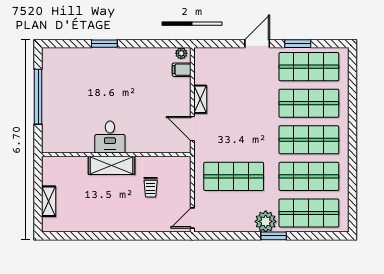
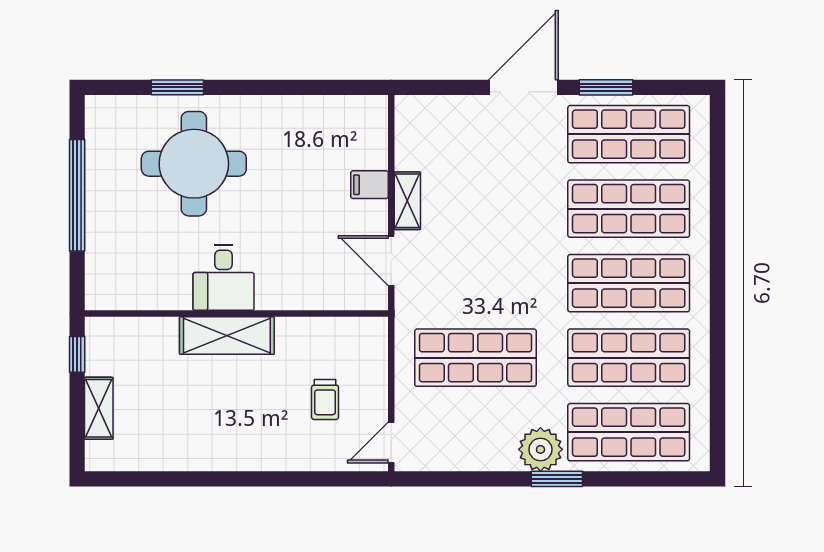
window: (104, 44) -> (177, 87), moved
door: (257, 44) -> (523, 87), width x1.36
plant: (181, 53) -> (369, 107), removed
filing cabinet: (182, 70) -> (370, 185), moved
round table: (95, 81) -> (194, 164), added
window: (38, 175) -> (77, 354), added
trolley: (151, 187) -> (325, 399), moved

